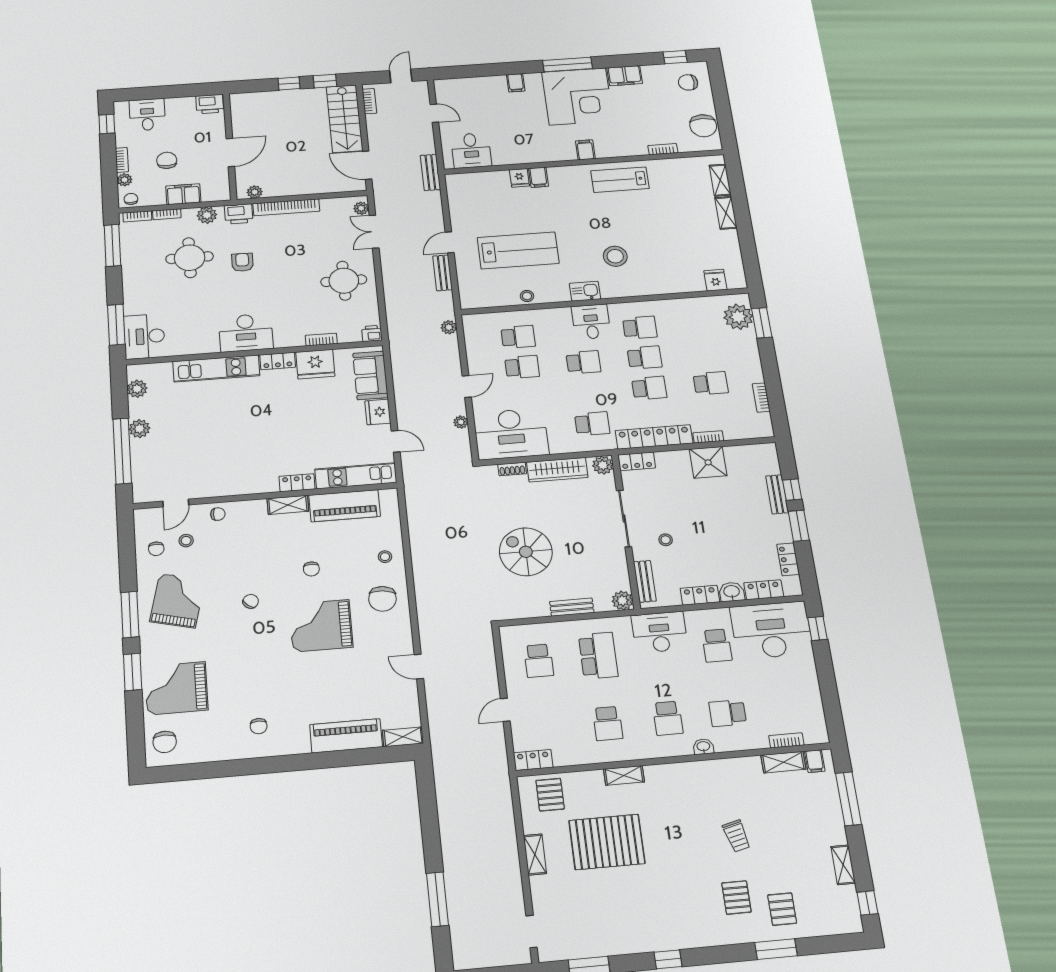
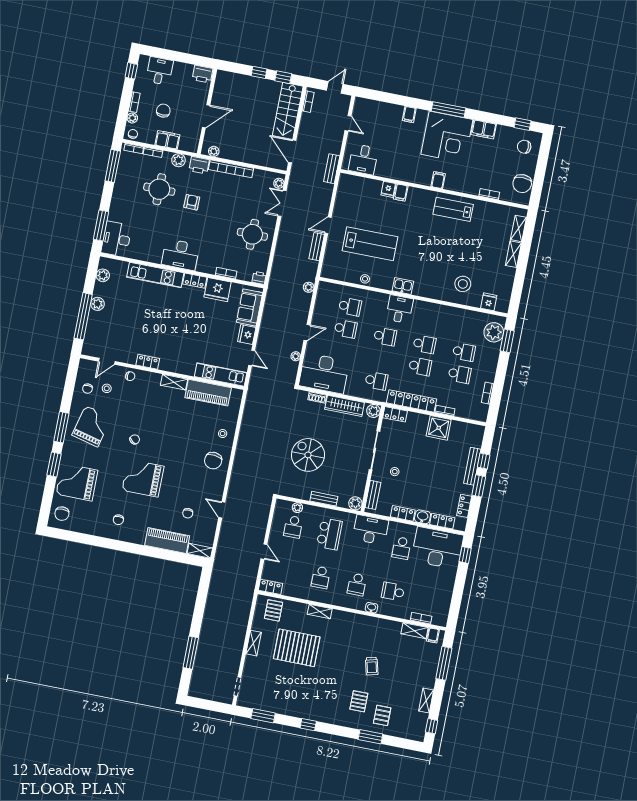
stool: (615, 256) -> (463, 284), moved
school desk: (640, 328) -> (464, 352), moved
locker: (297, 483) -> (148, 362), moved
bench: (777, 494) -> (472, 466), width x1.36
chair: (311, 569) -> (188, 513), moved
grand piano: (321, 626) -> (143, 478), moved
plant: (536, 631) -> (297, 508), added
door: (505, 710) -> (264, 552), swing flipped

